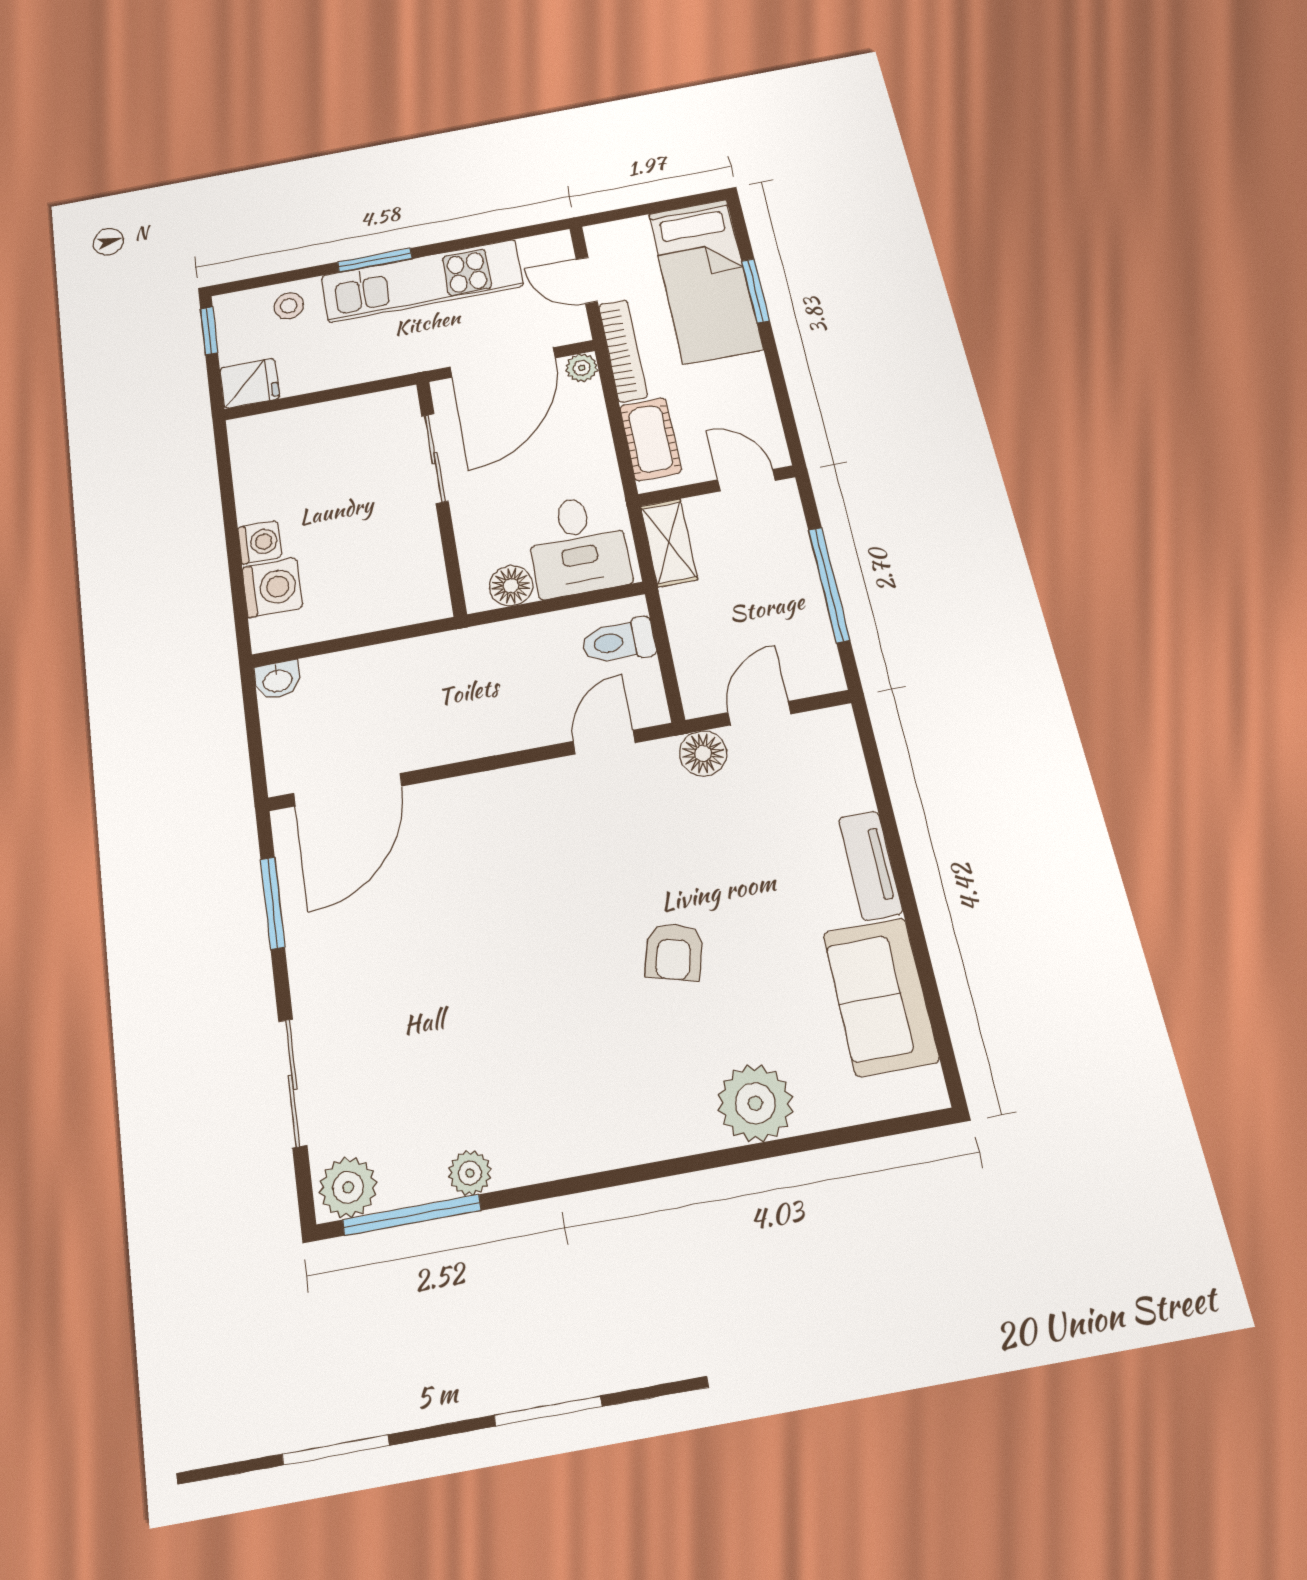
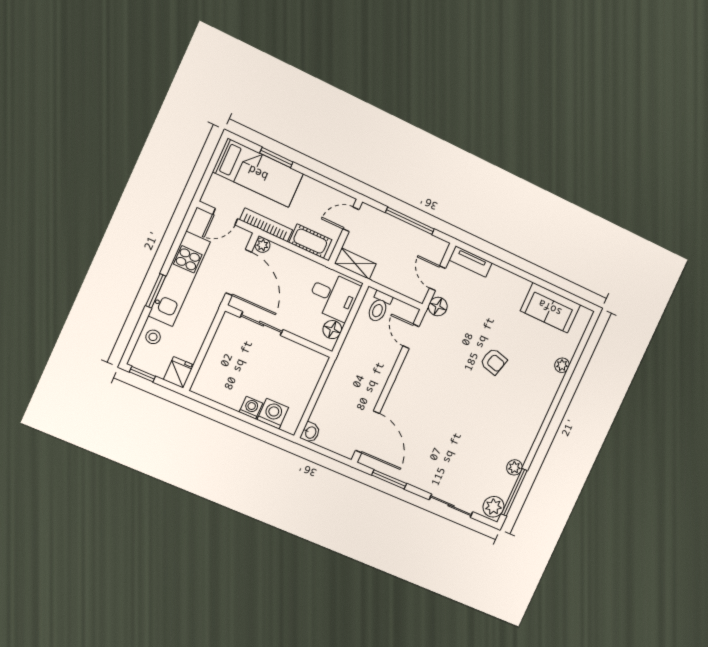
tv unit: (871, 865) -> (471, 261), moved
plant: (755, 1103) -> (562, 365), width x0.53, depth x0.53

